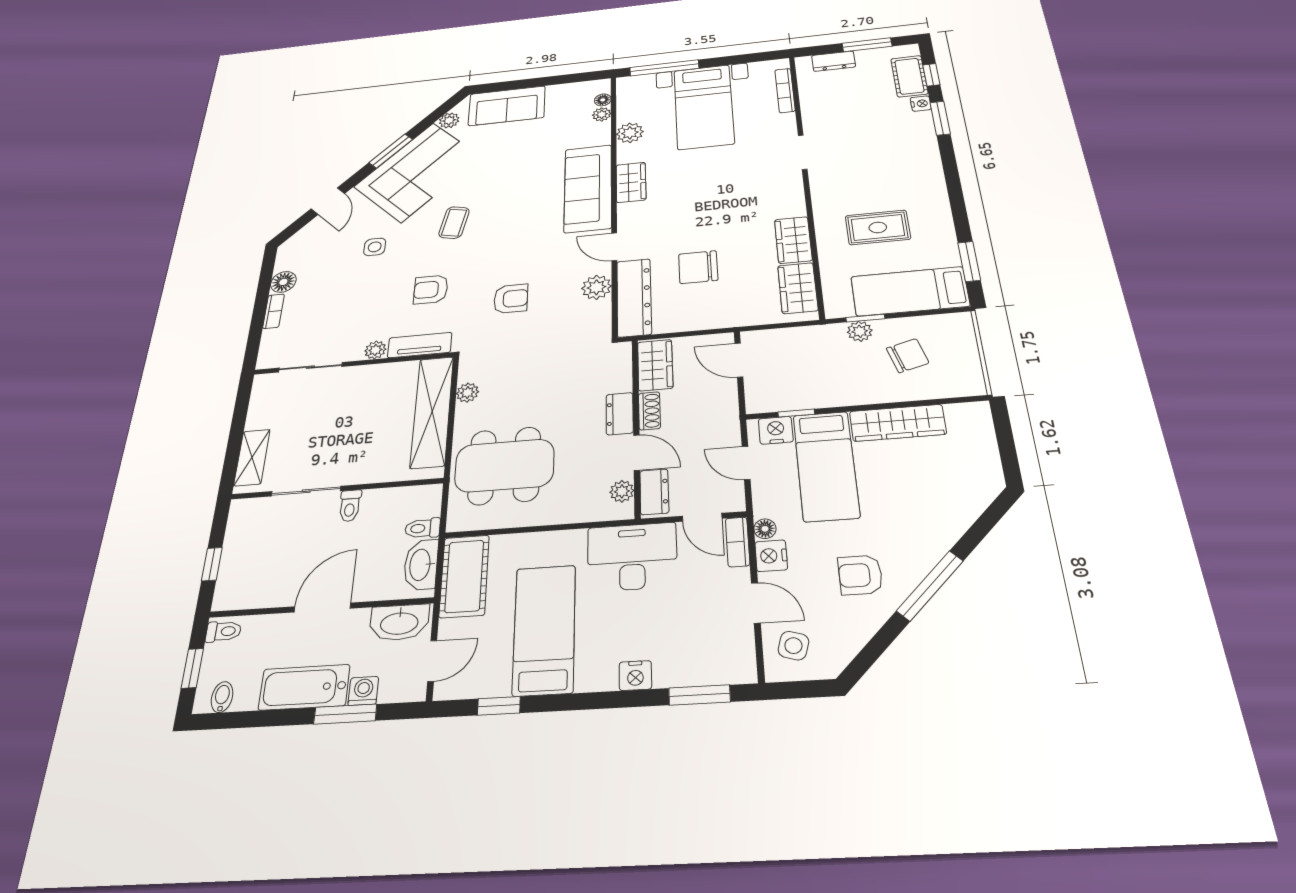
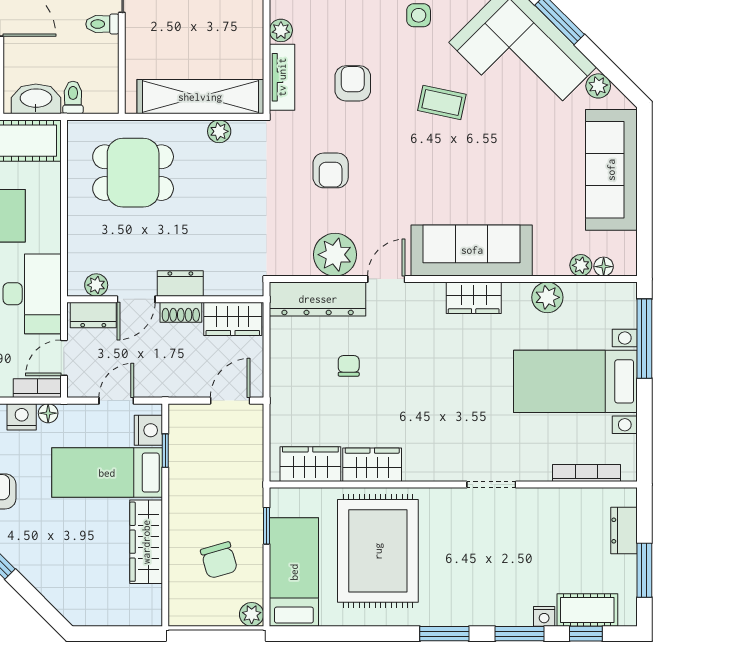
sofa: (507, 106) -> (611, 170), width x1.36
rug: (878, 227) -> (378, 551), width x1.86, depth x2.06
window: (969, 261) -> (444, 634), moved
chair: (698, 267) -> (349, 366), width x0.54, depth x0.54
plant: (597, 287) -> (335, 255), width x1.36, depth x1.36
plant: (860, 331) -> (252, 614), moved
dining table: (504, 466) -> (133, 173), width x0.73

